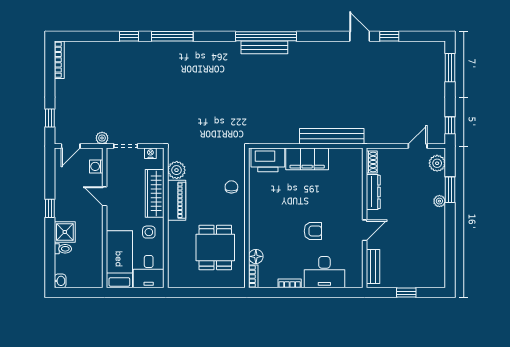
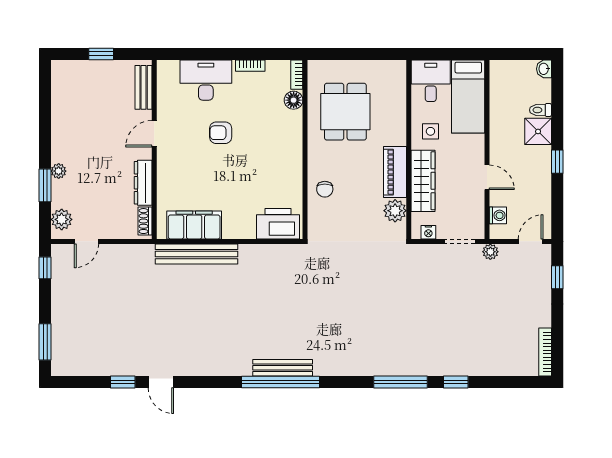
filing cabinet: (307, 159) -> (194, 225), moved

